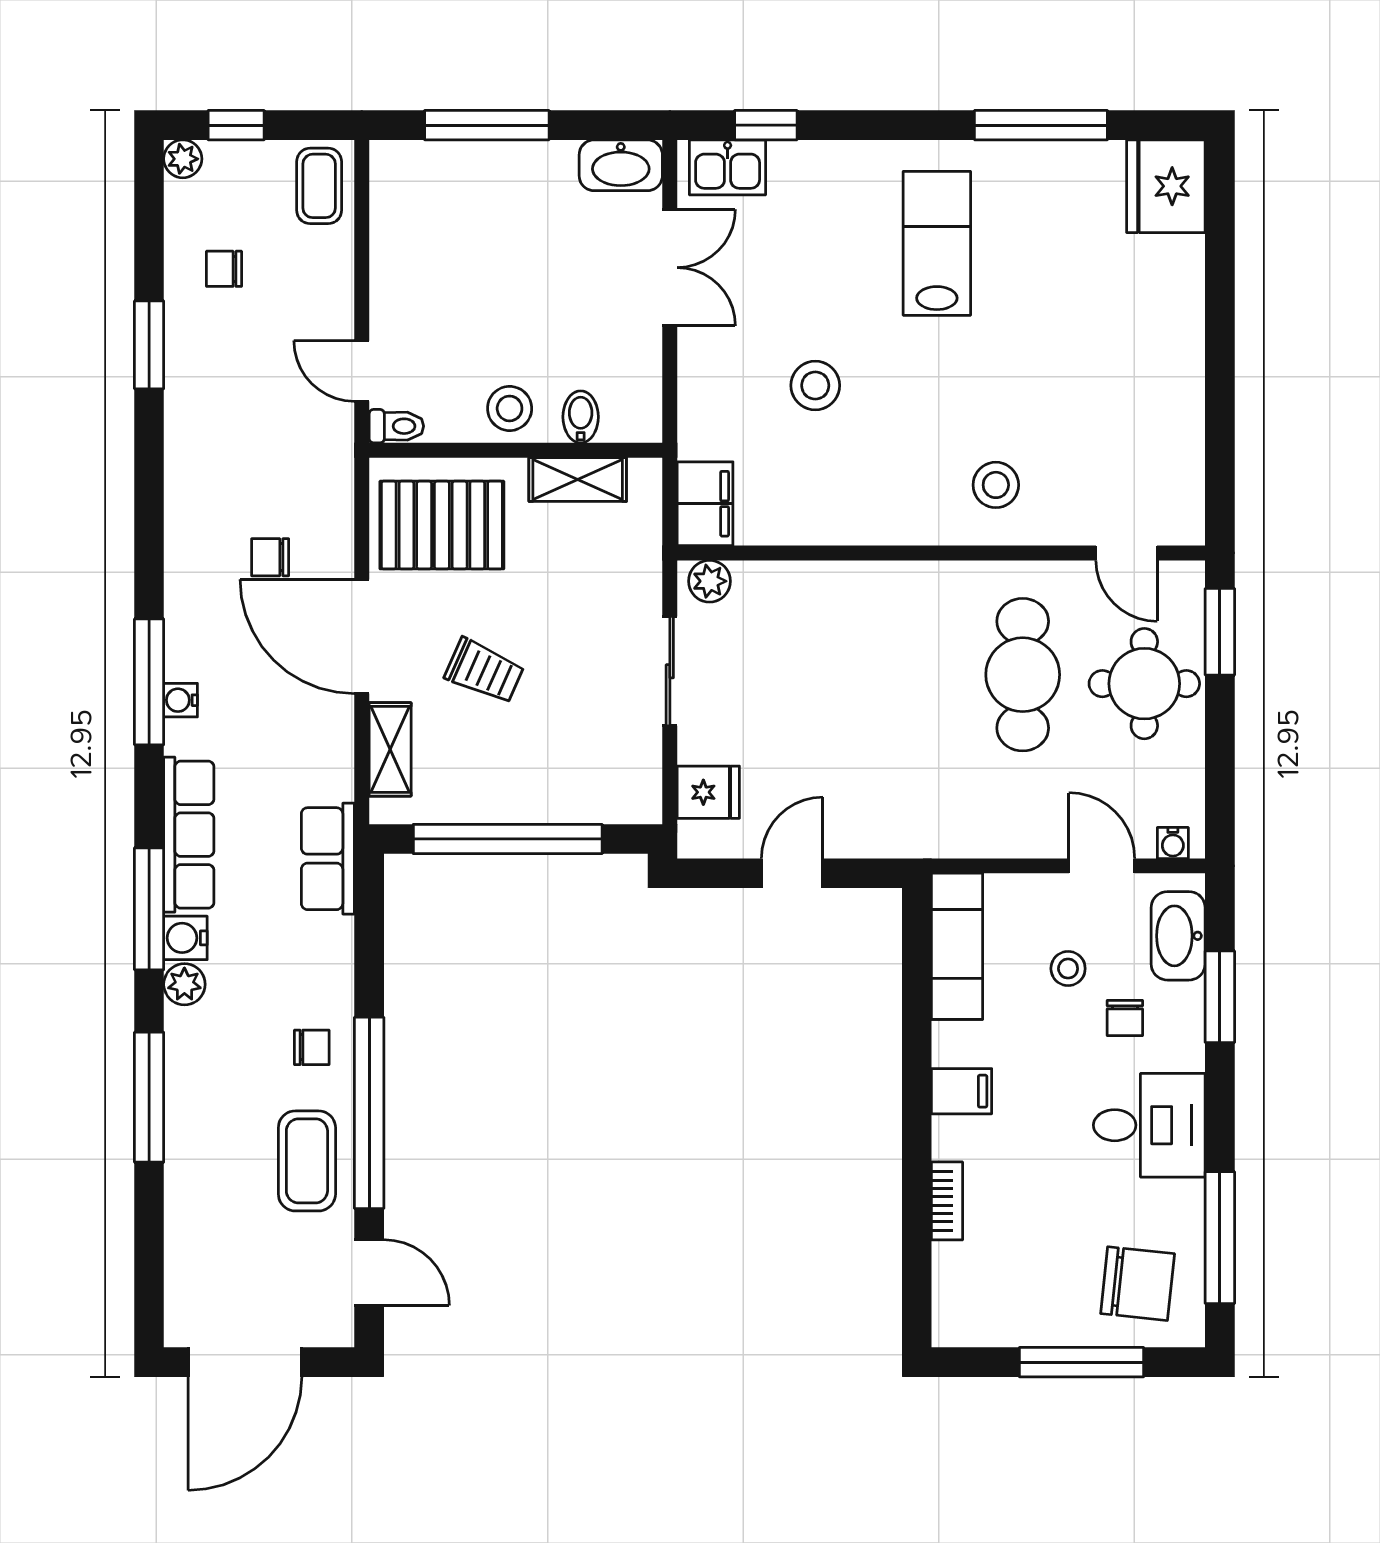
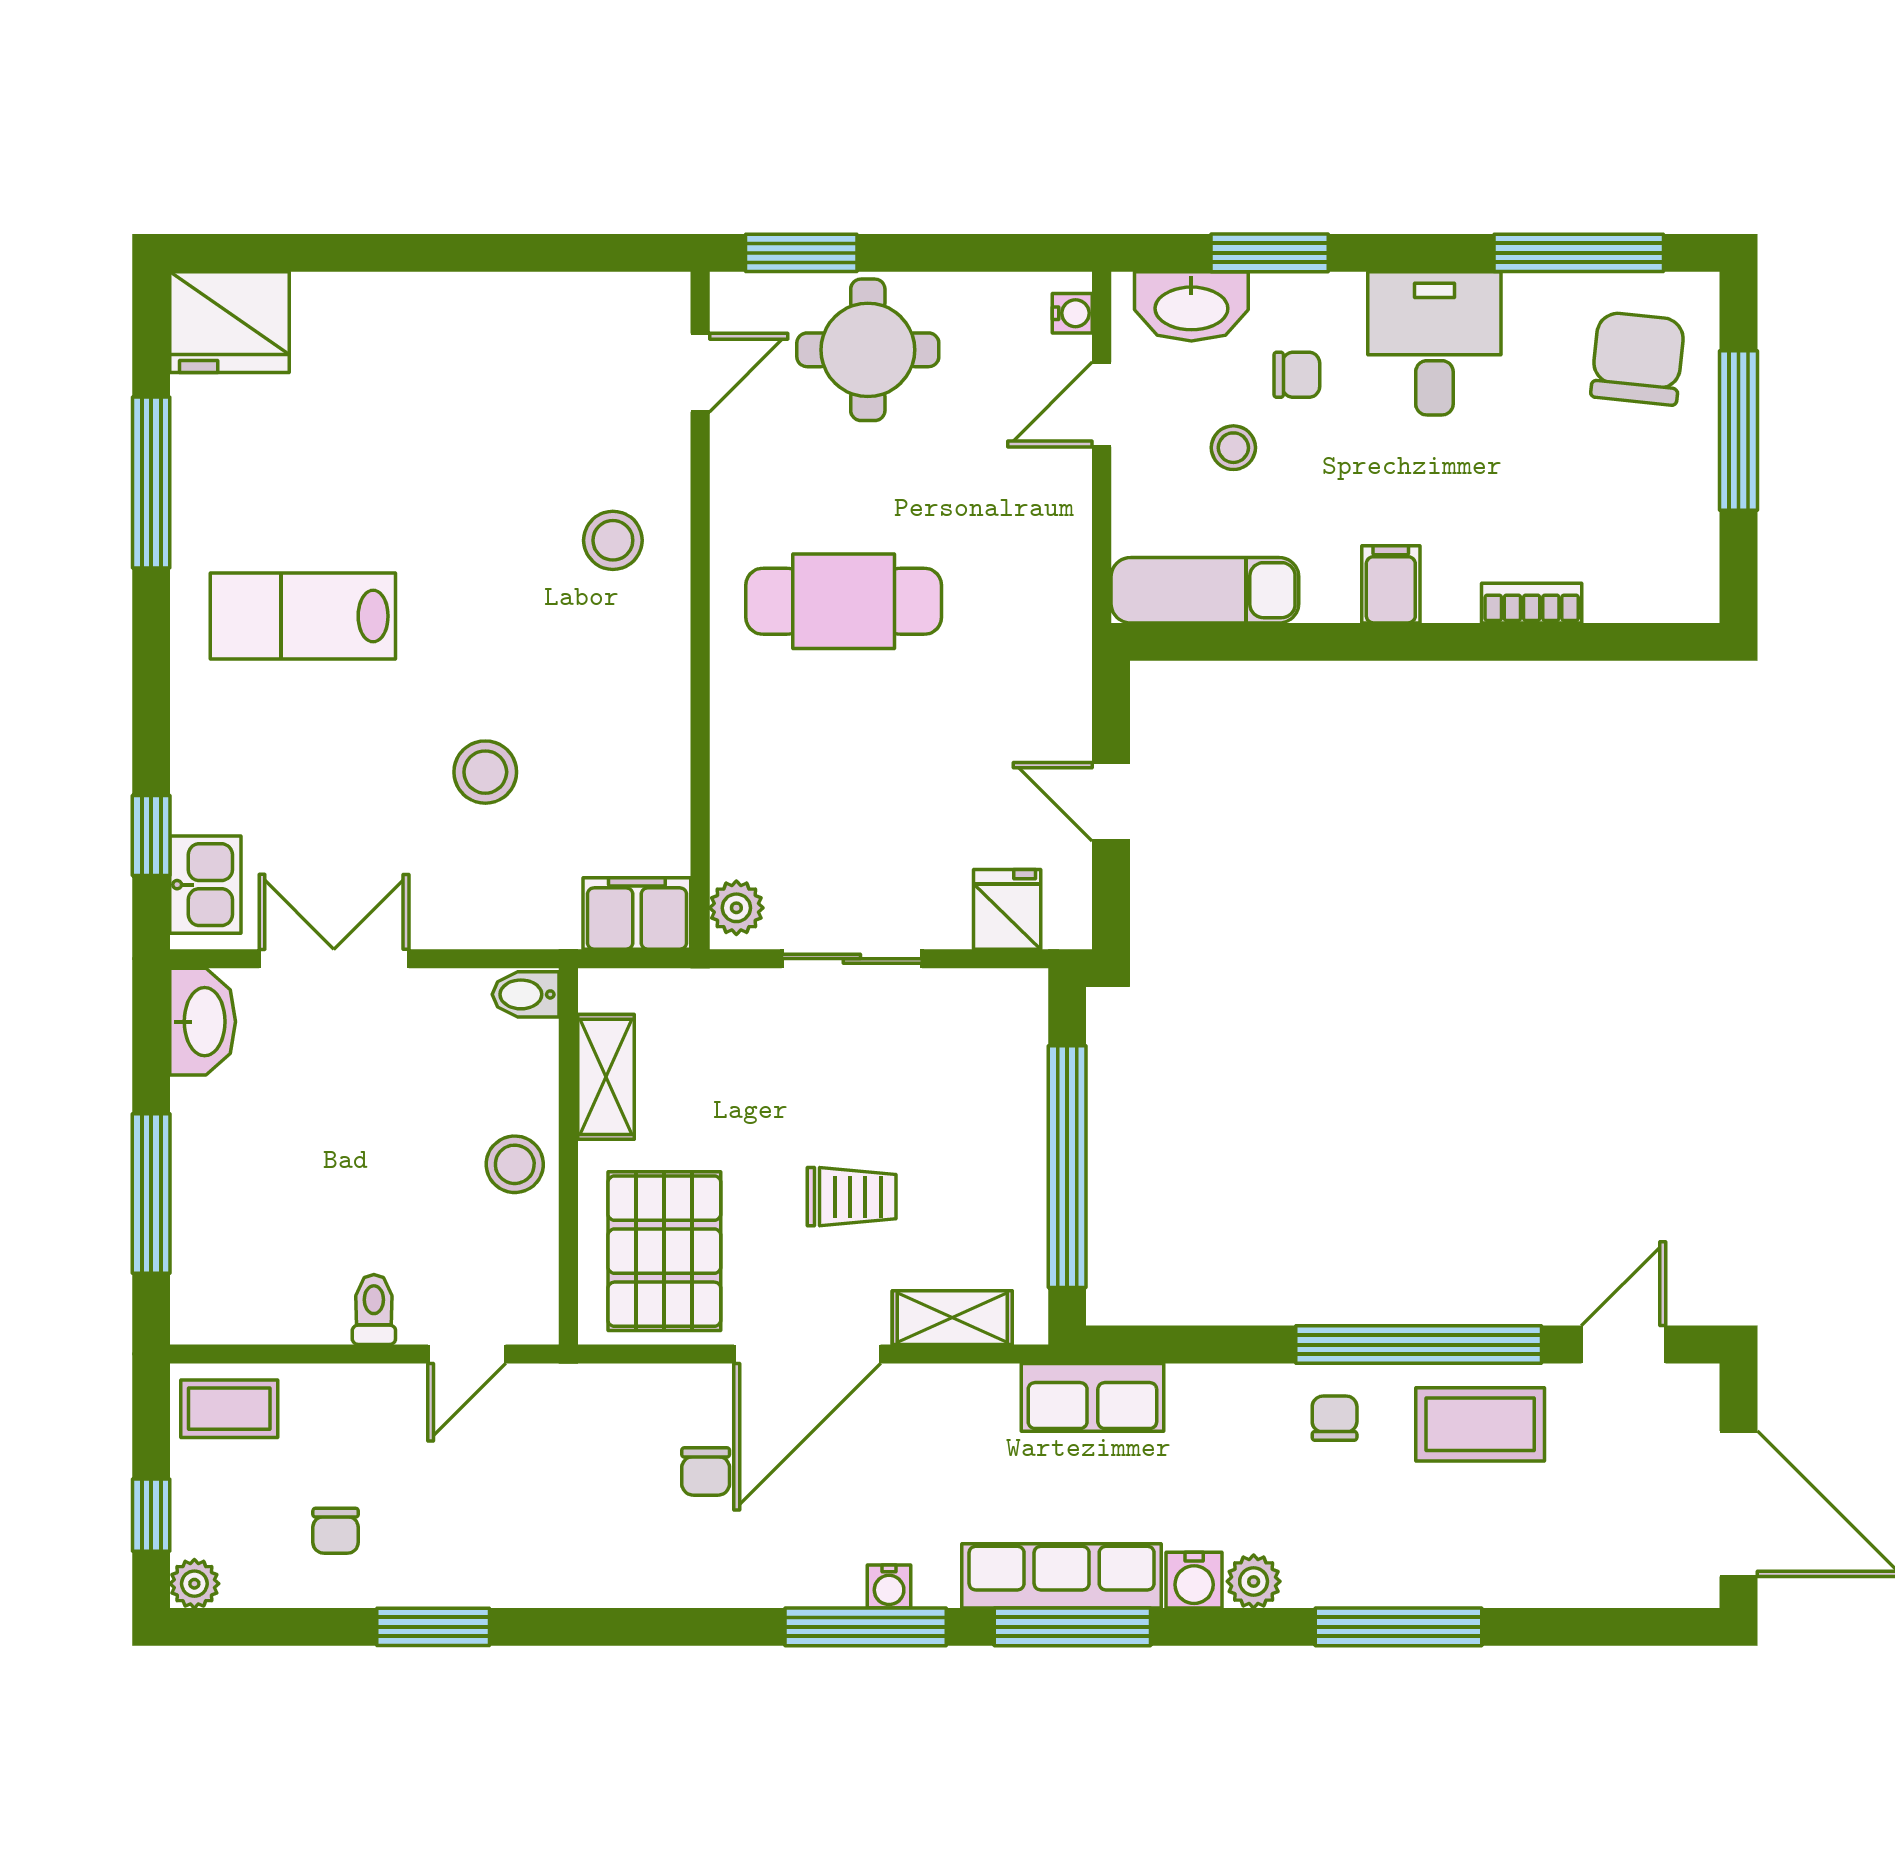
bidet: (581, 417) -> (526, 994), moved
toilet: (396, 426) -> (374, 1310), moved
trolley: (484, 671) -> (852, 1197), turned 66
cafe table: (1023, 675) -> (844, 601), moved
window: (149, 909) -> (1072, 1627), moved

